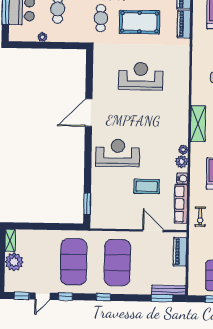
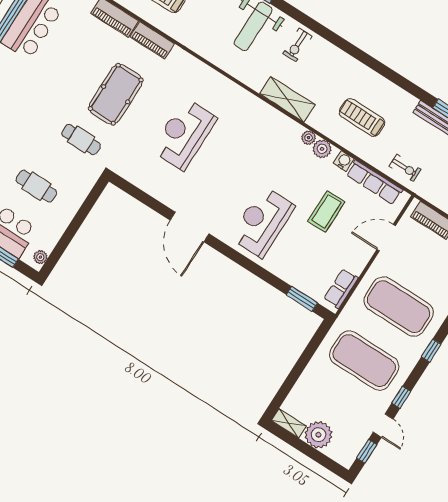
plant: (43, 37) -> (40, 257), moved
row of seats: (107, 223) -> (341, 289), added

